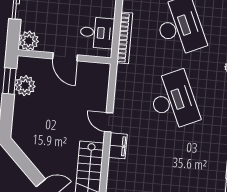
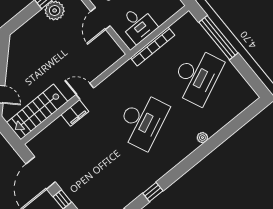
door: (109, 122) -> (85, 91), hinge flipped

